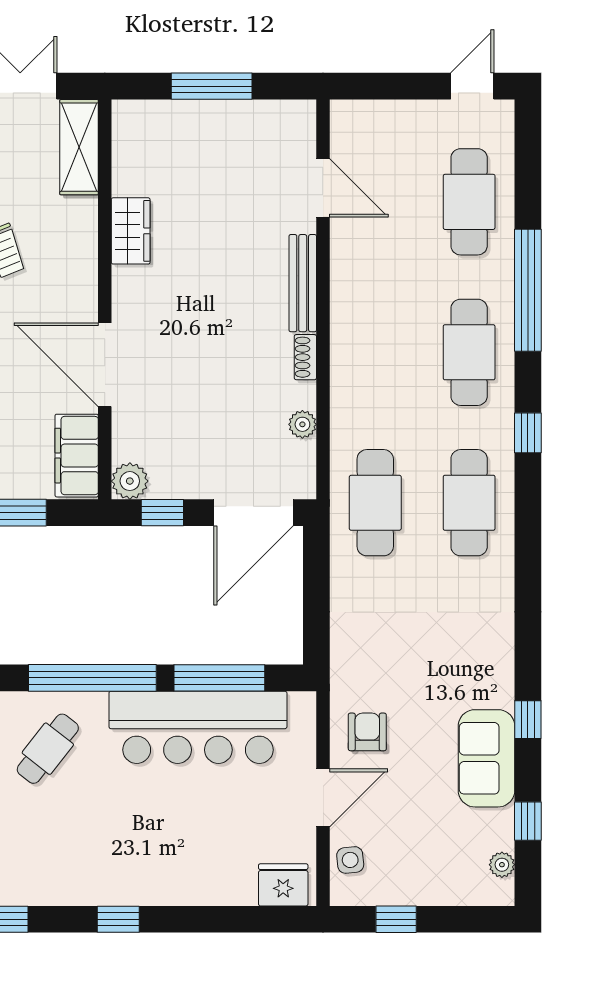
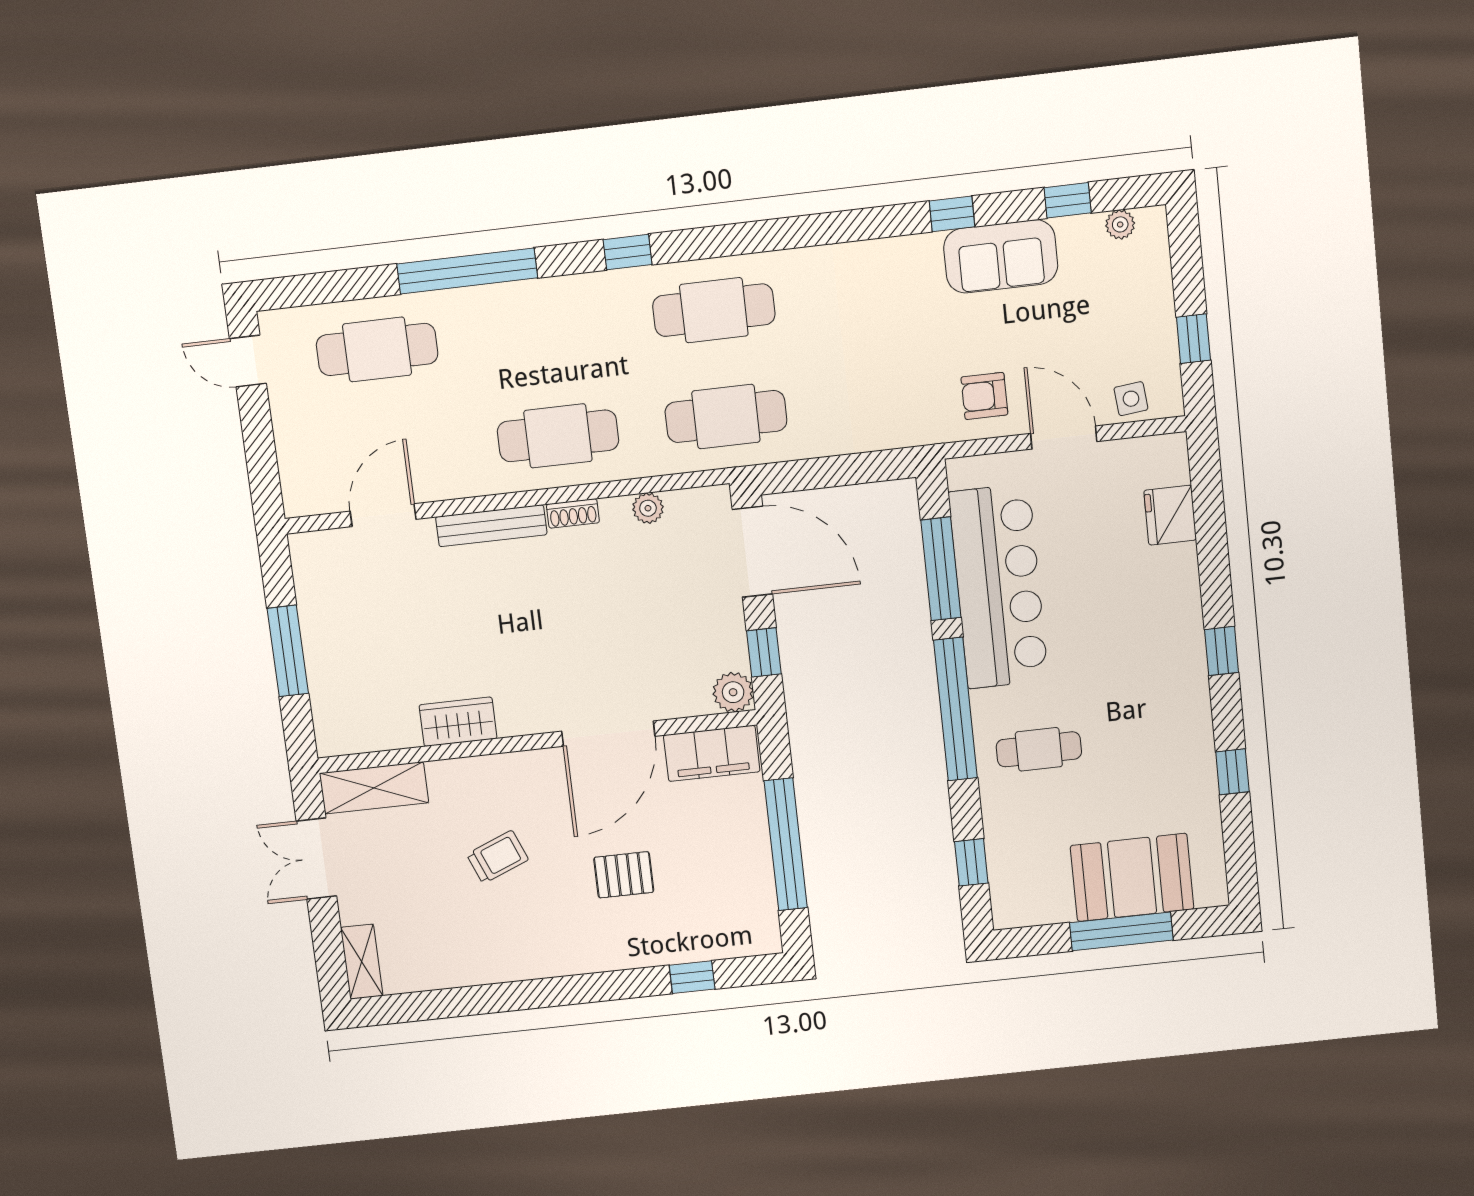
cafe table: (469, 352) -> (558, 436), moved
cafe table: (48, 749) -> (1039, 749), turned -38
fridge: (283, 885) -> (1170, 515), moved

